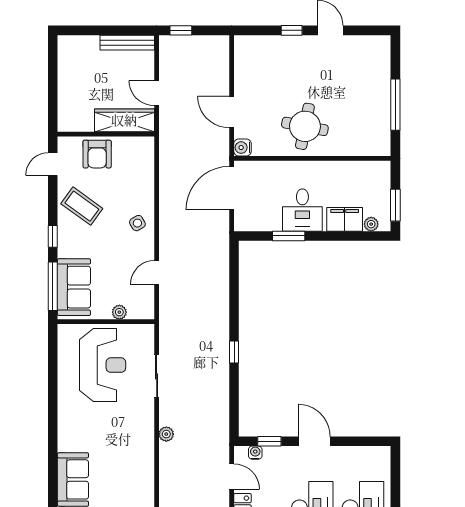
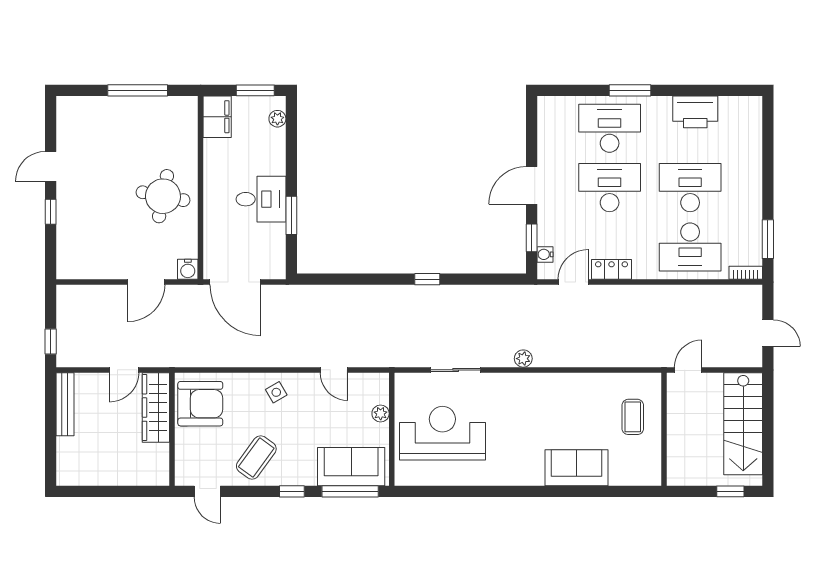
armchair: (97, 154) -> (200, 404), moved, width x1.36, depth x1.36
filing cabinet: (345, 219) -> (217, 117), moved, turned 180

